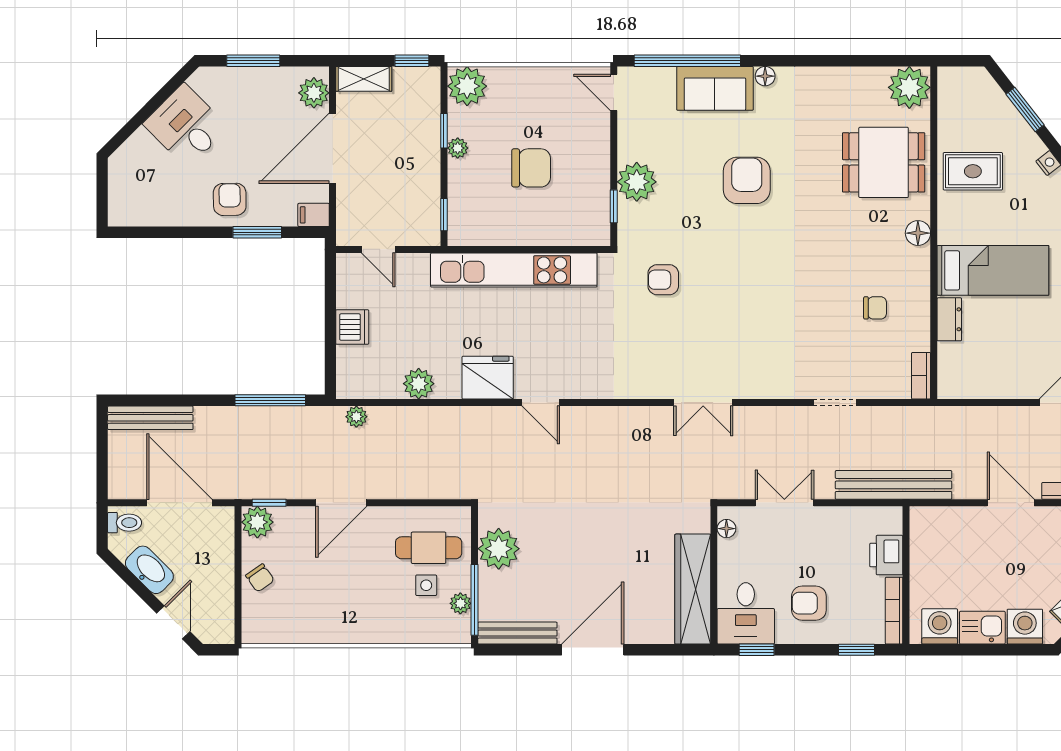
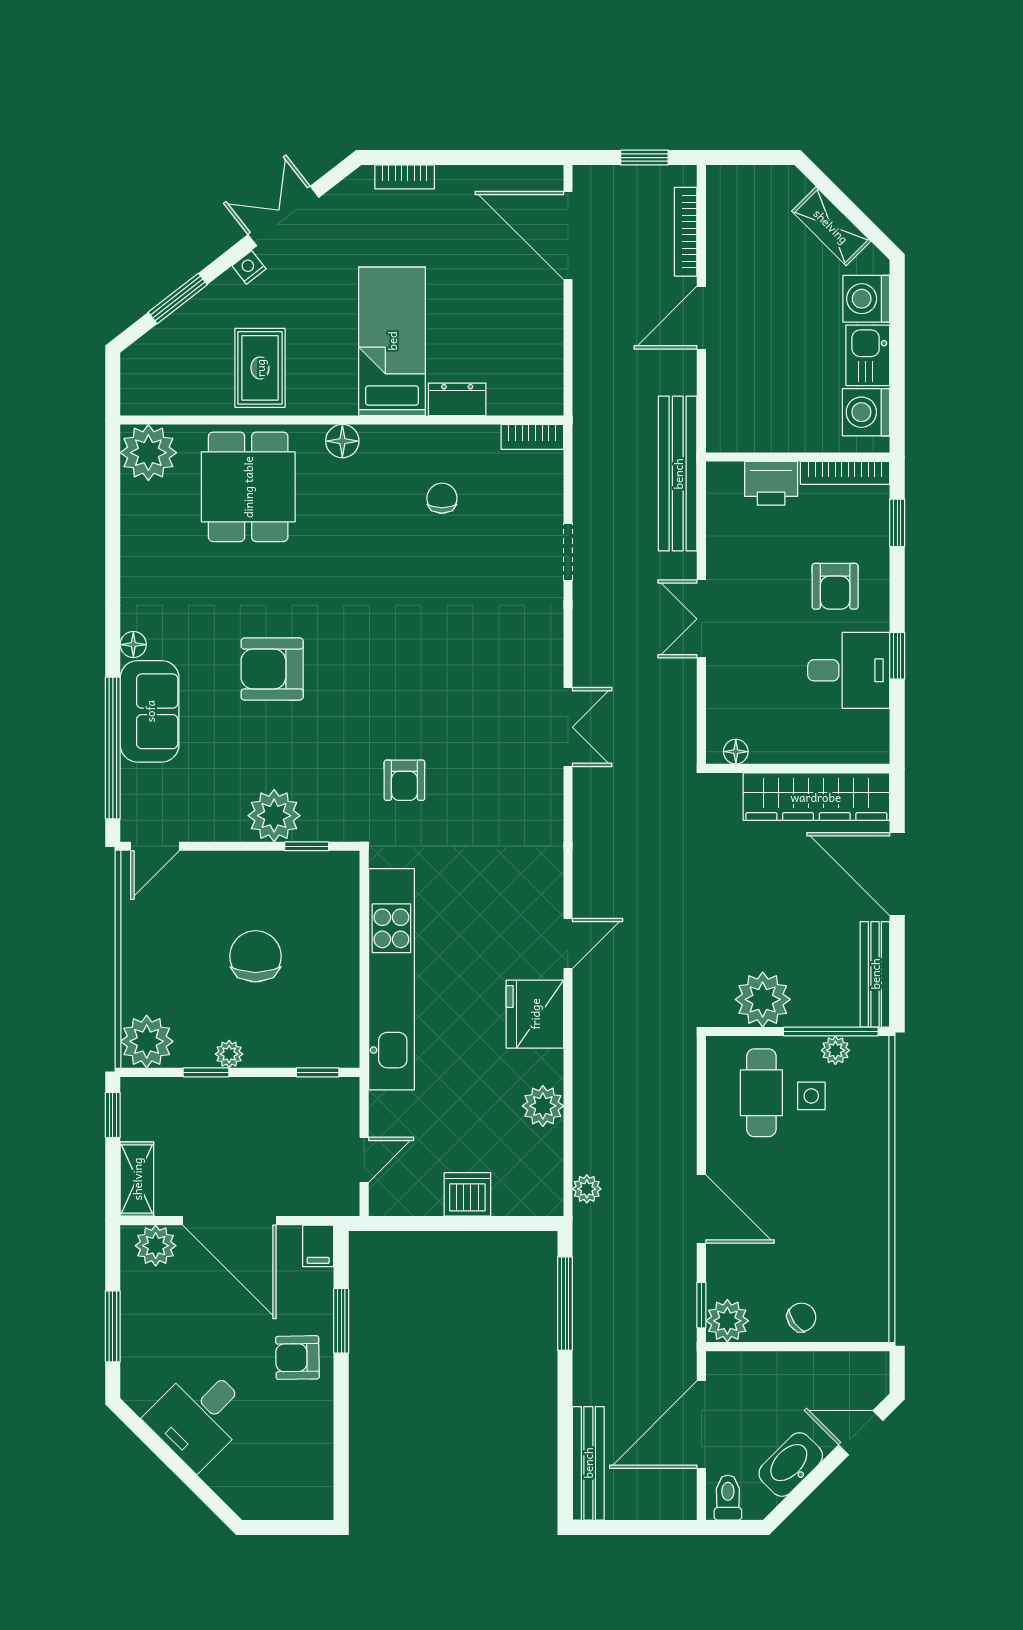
floor lamp: (726, 529) -> (736, 752), moved
wall: (714, 575) -> (798, 768), moved
wardrobe: (693, 589) -> (816, 797), moved

